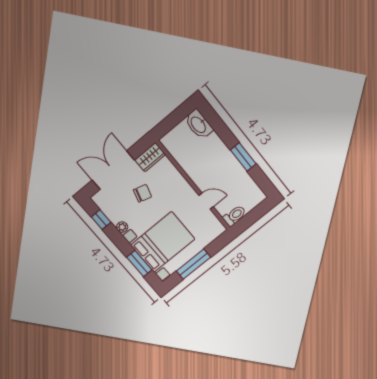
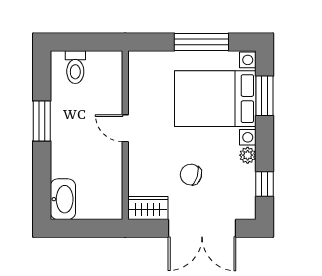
door: (206, 201) -> (125, 128), moved
toilet: (234, 216) -> (75, 67), moved, turned -90

